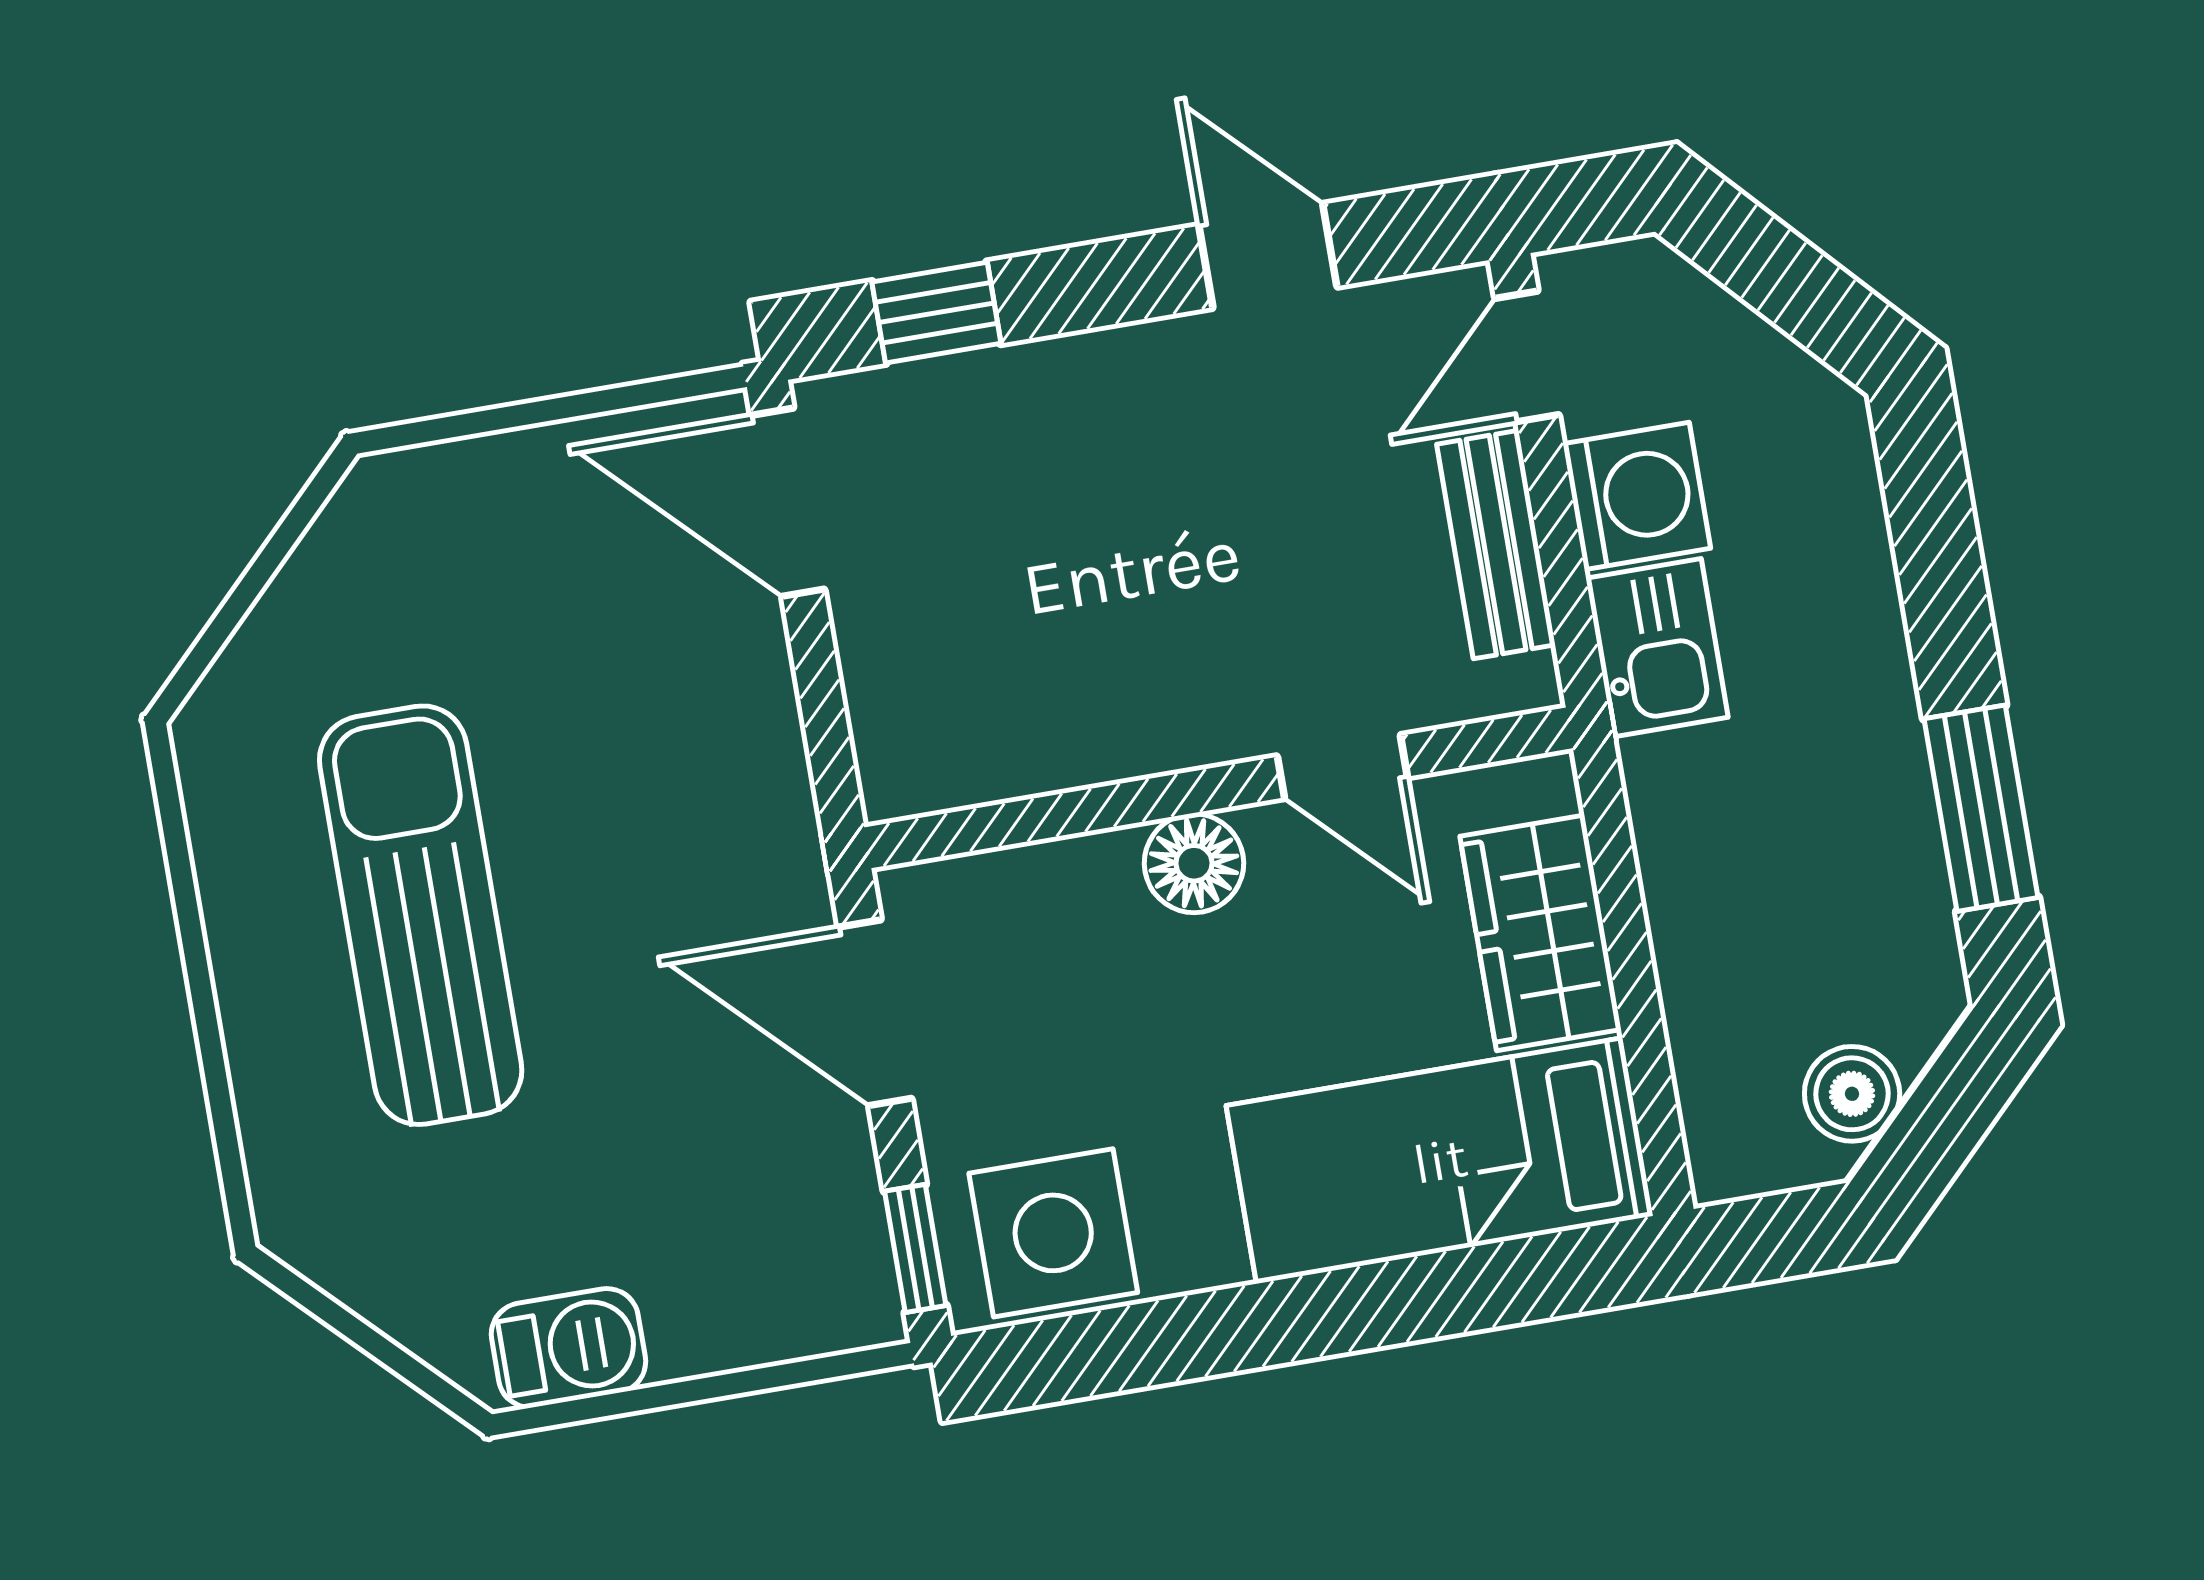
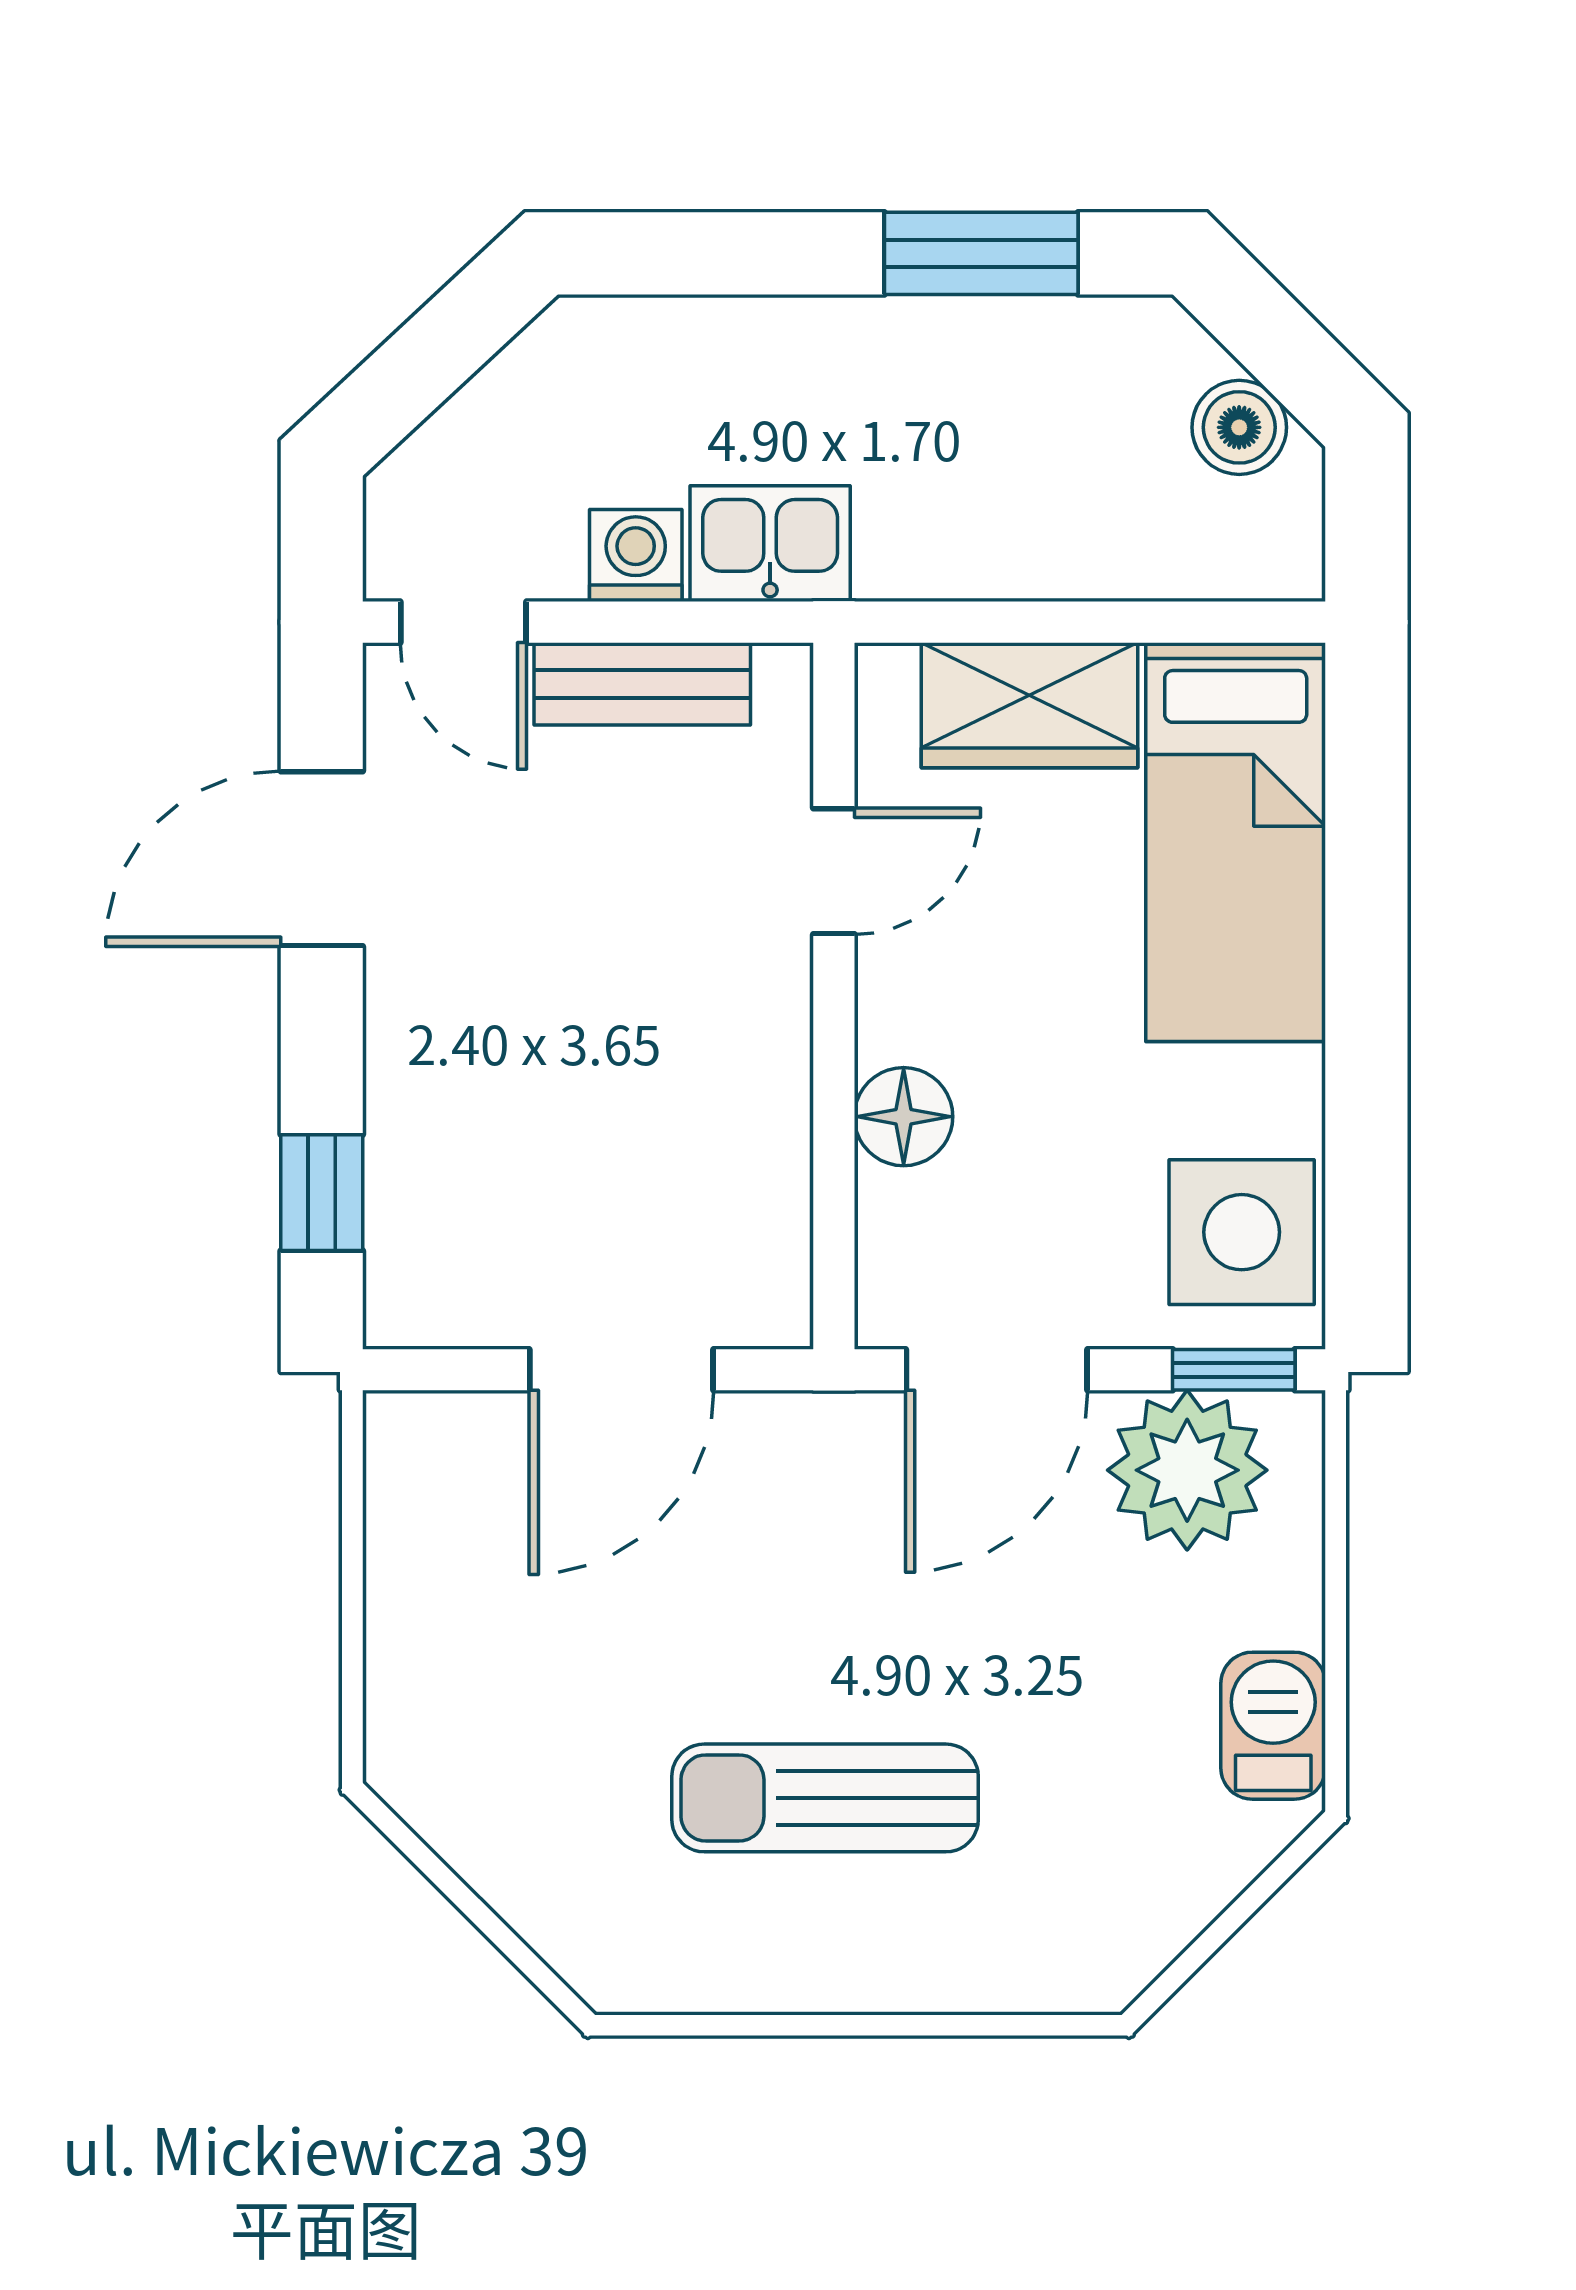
door: (1268, 256) -> (322, 859), width x1.38
washing machine: (1637, 496) -> (636, 555), width x0.73, depth x0.73
door: (788, 502) -> (621, 1370), moved
floor lamp: (1194, 863) -> (904, 1117), moved
sun lounger: (421, 915) -> (825, 1798), width x0.73, depth x0.75
plant: (808, 1219) -> (1187, 1470), added

